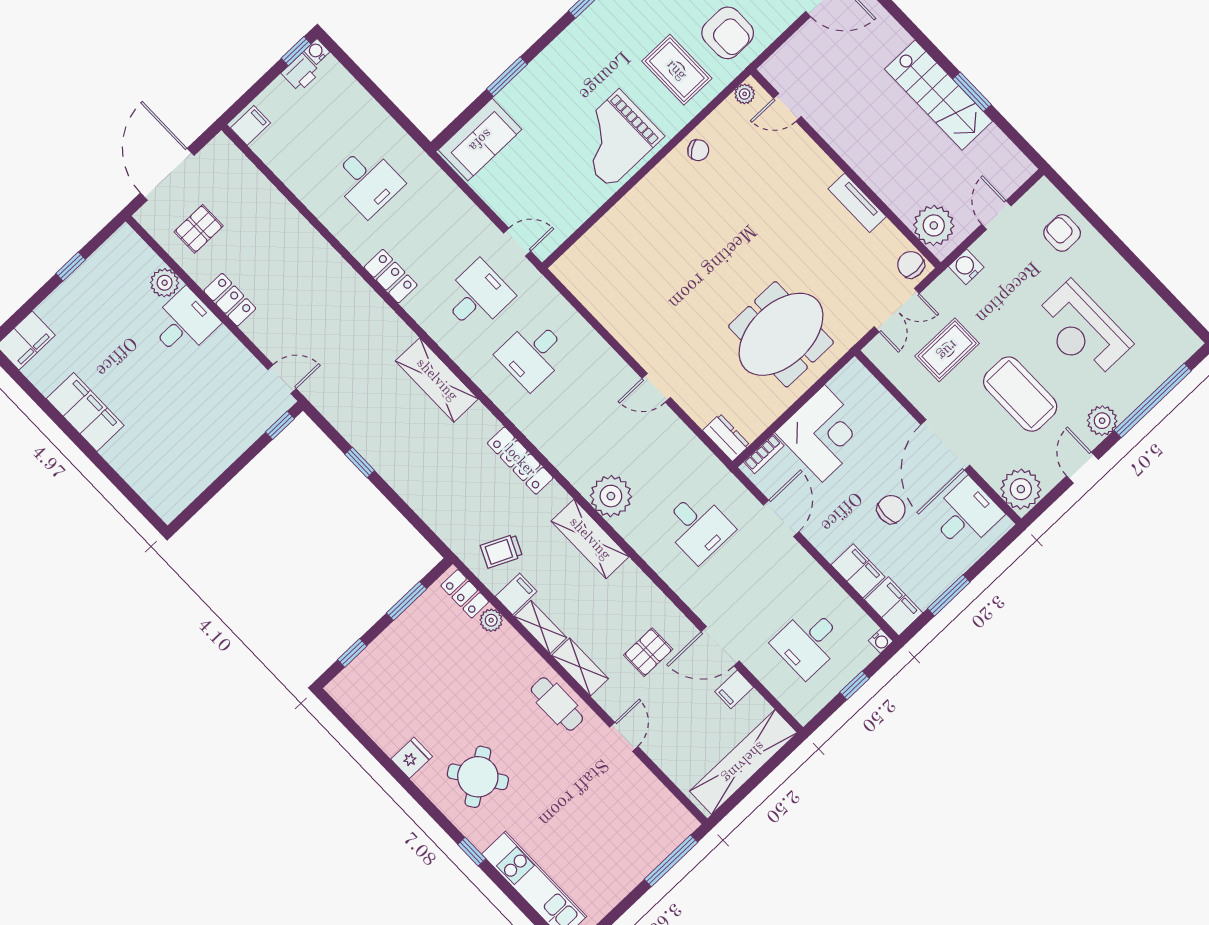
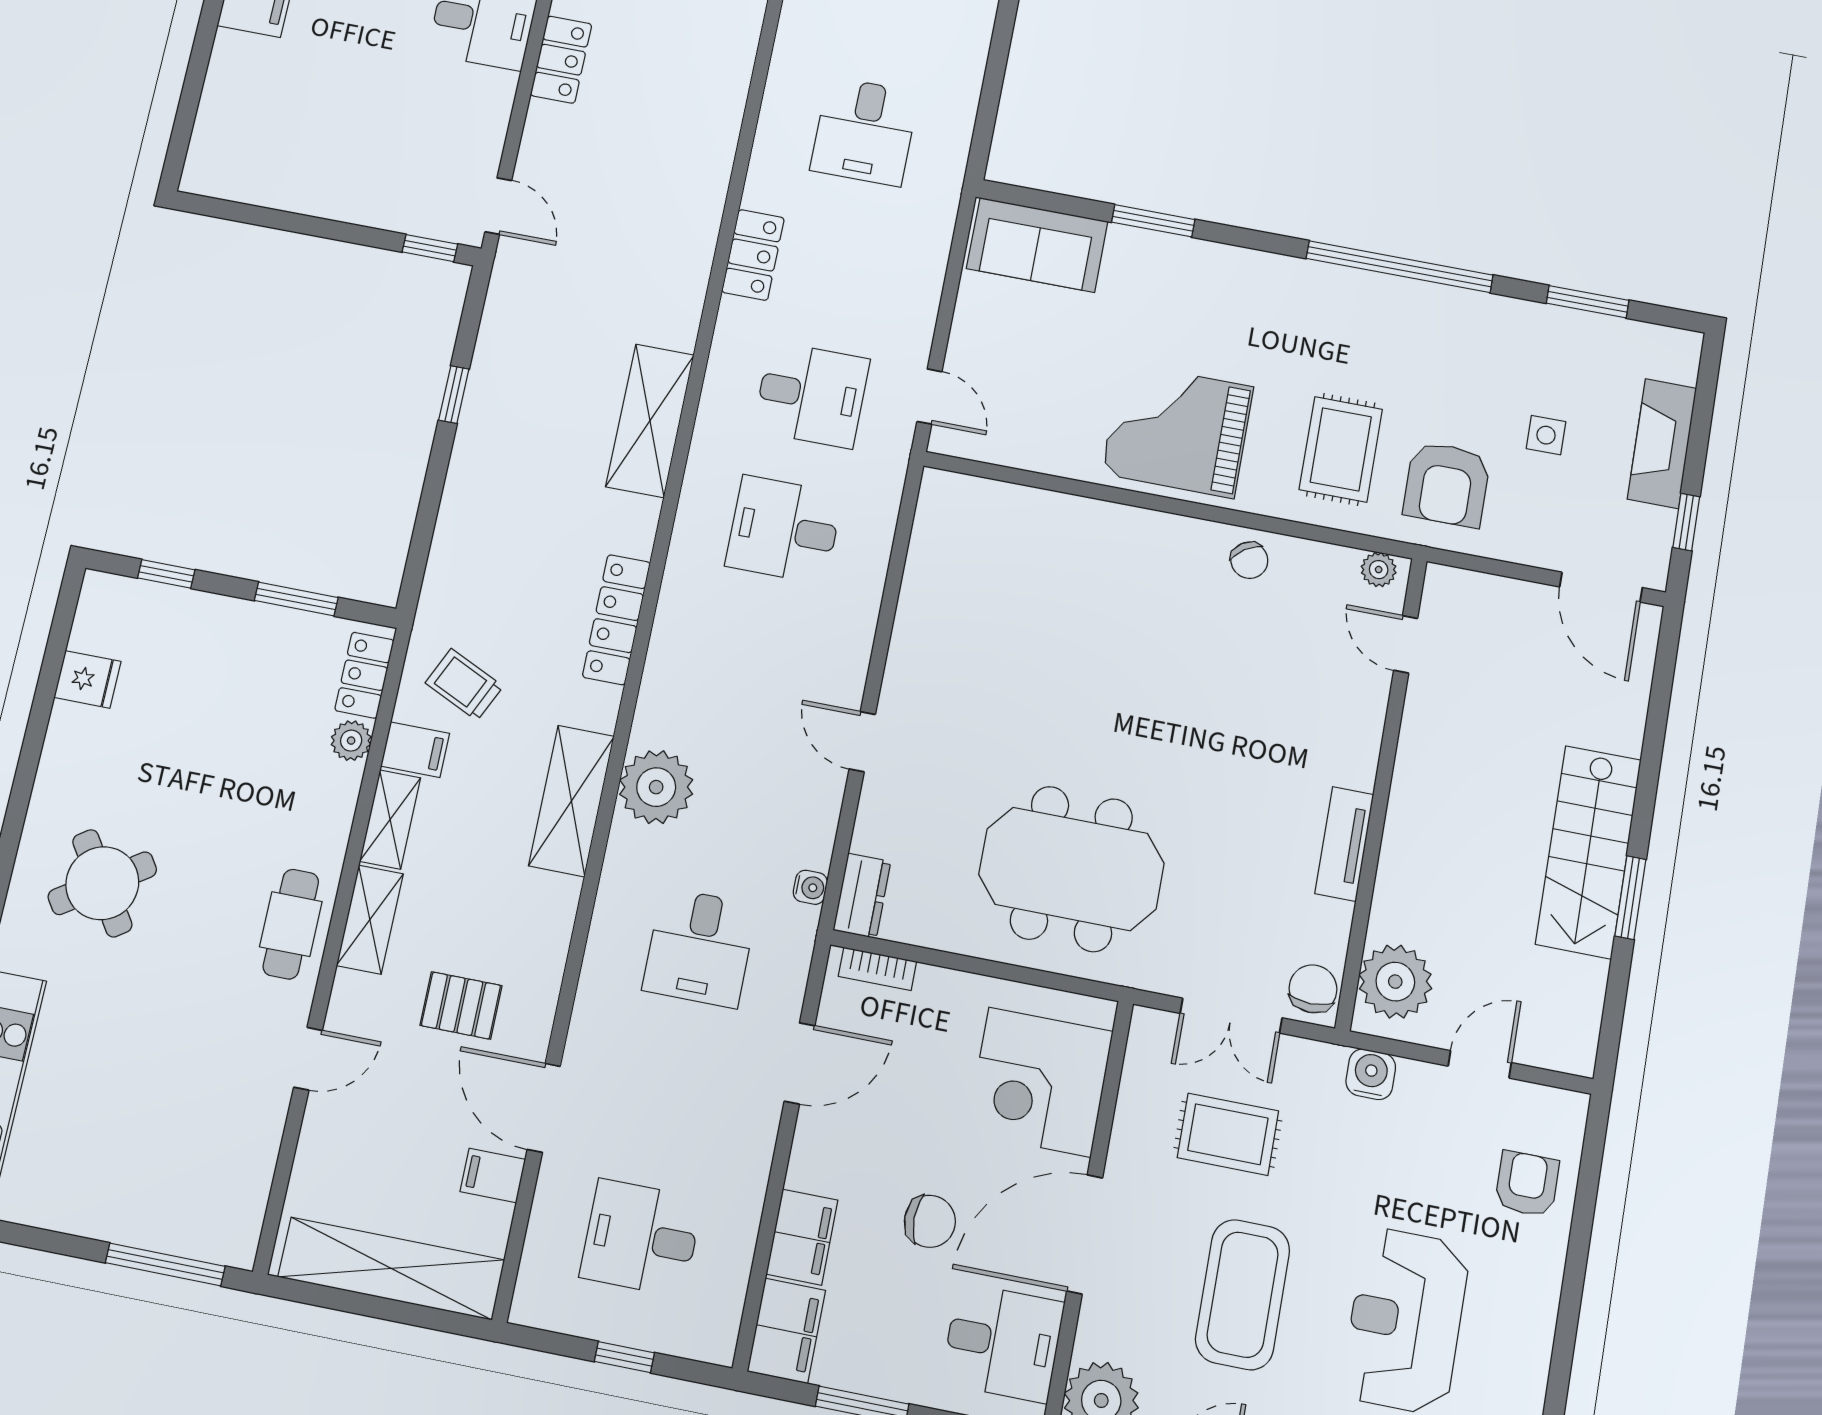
corner desk: (823, 433) -> (1040, 1082), moved, turned 90
water cooler: (881, 641) -> (810, 887), moved, turned -90
fridge: (412, 758) -> (87, 679), moved

